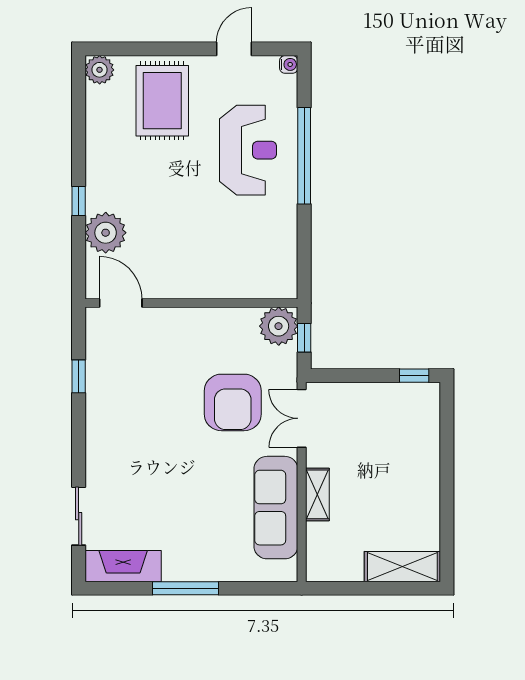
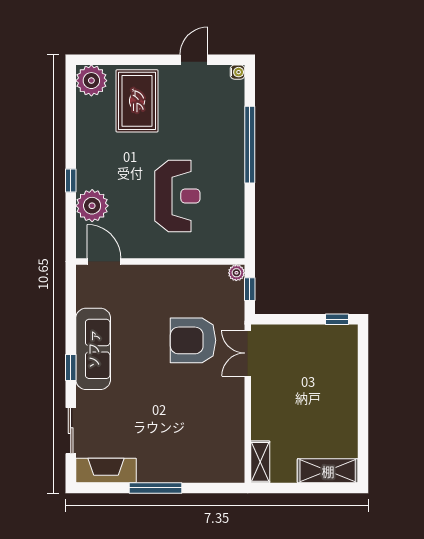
plant: (100, 70) -> (91, 81), width x1.36, depth x1.36
reception desk: (248, 150) -> (177, 196), moved
plant: (279, 326) -> (236, 273), width x0.53, depth x0.53
window: (79, 376) -> (71, 367), moved
armchair: (233, 402) -> (193, 340), turned 90
shelving: (317, 494) -> (260, 462), moved
sofa: (276, 508) -> (93, 349), moved, turned 180

